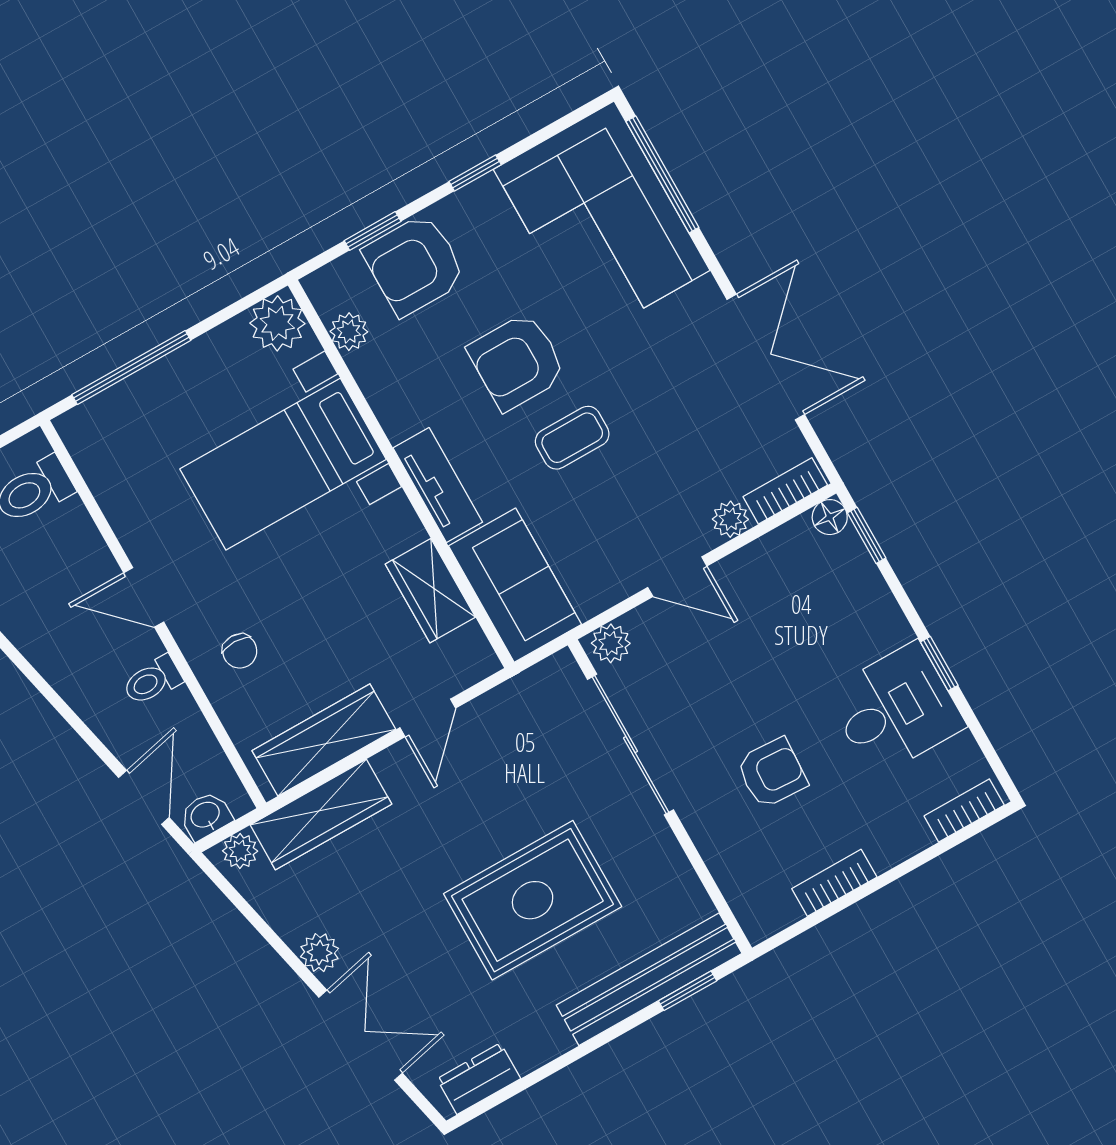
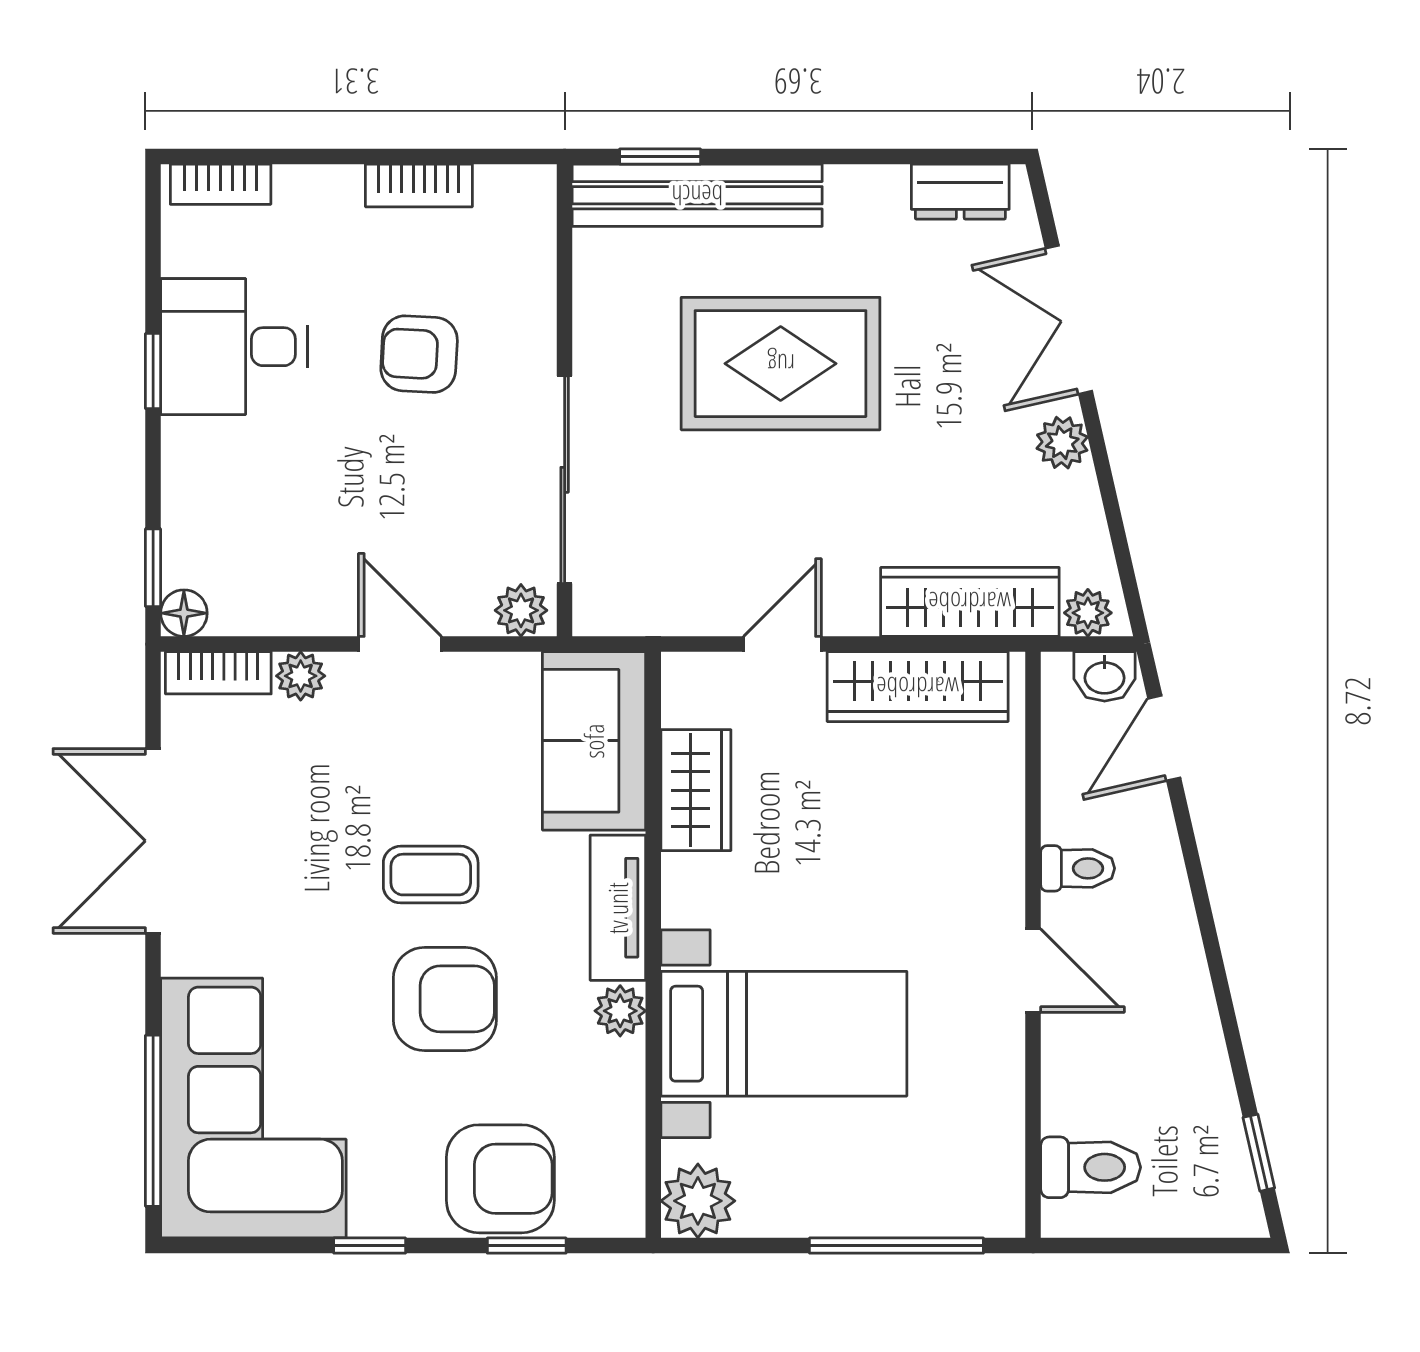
plant: (349, 332) -> (620, 1011), moved
chair: (240, 651) -> (957, 845), removed

